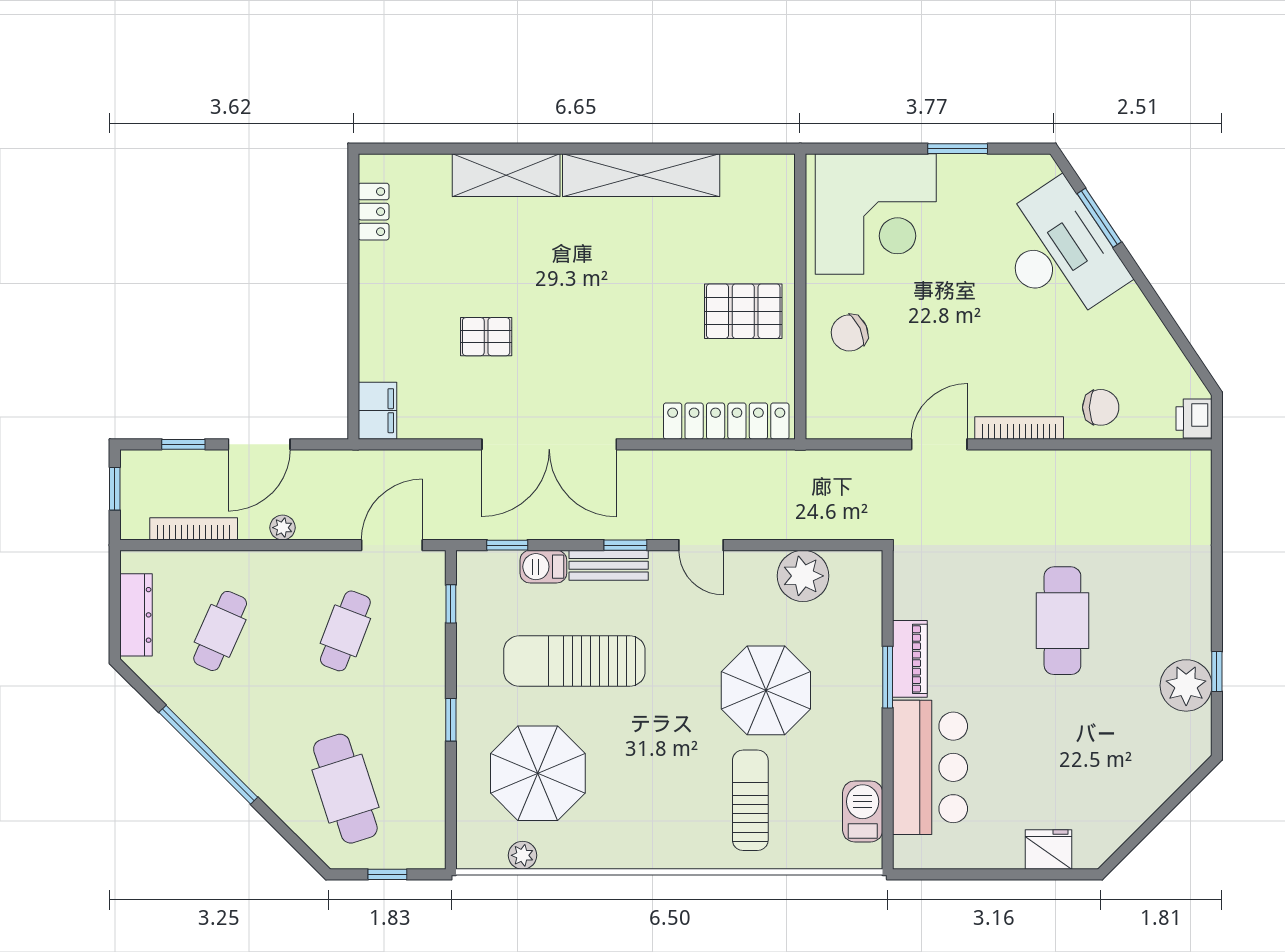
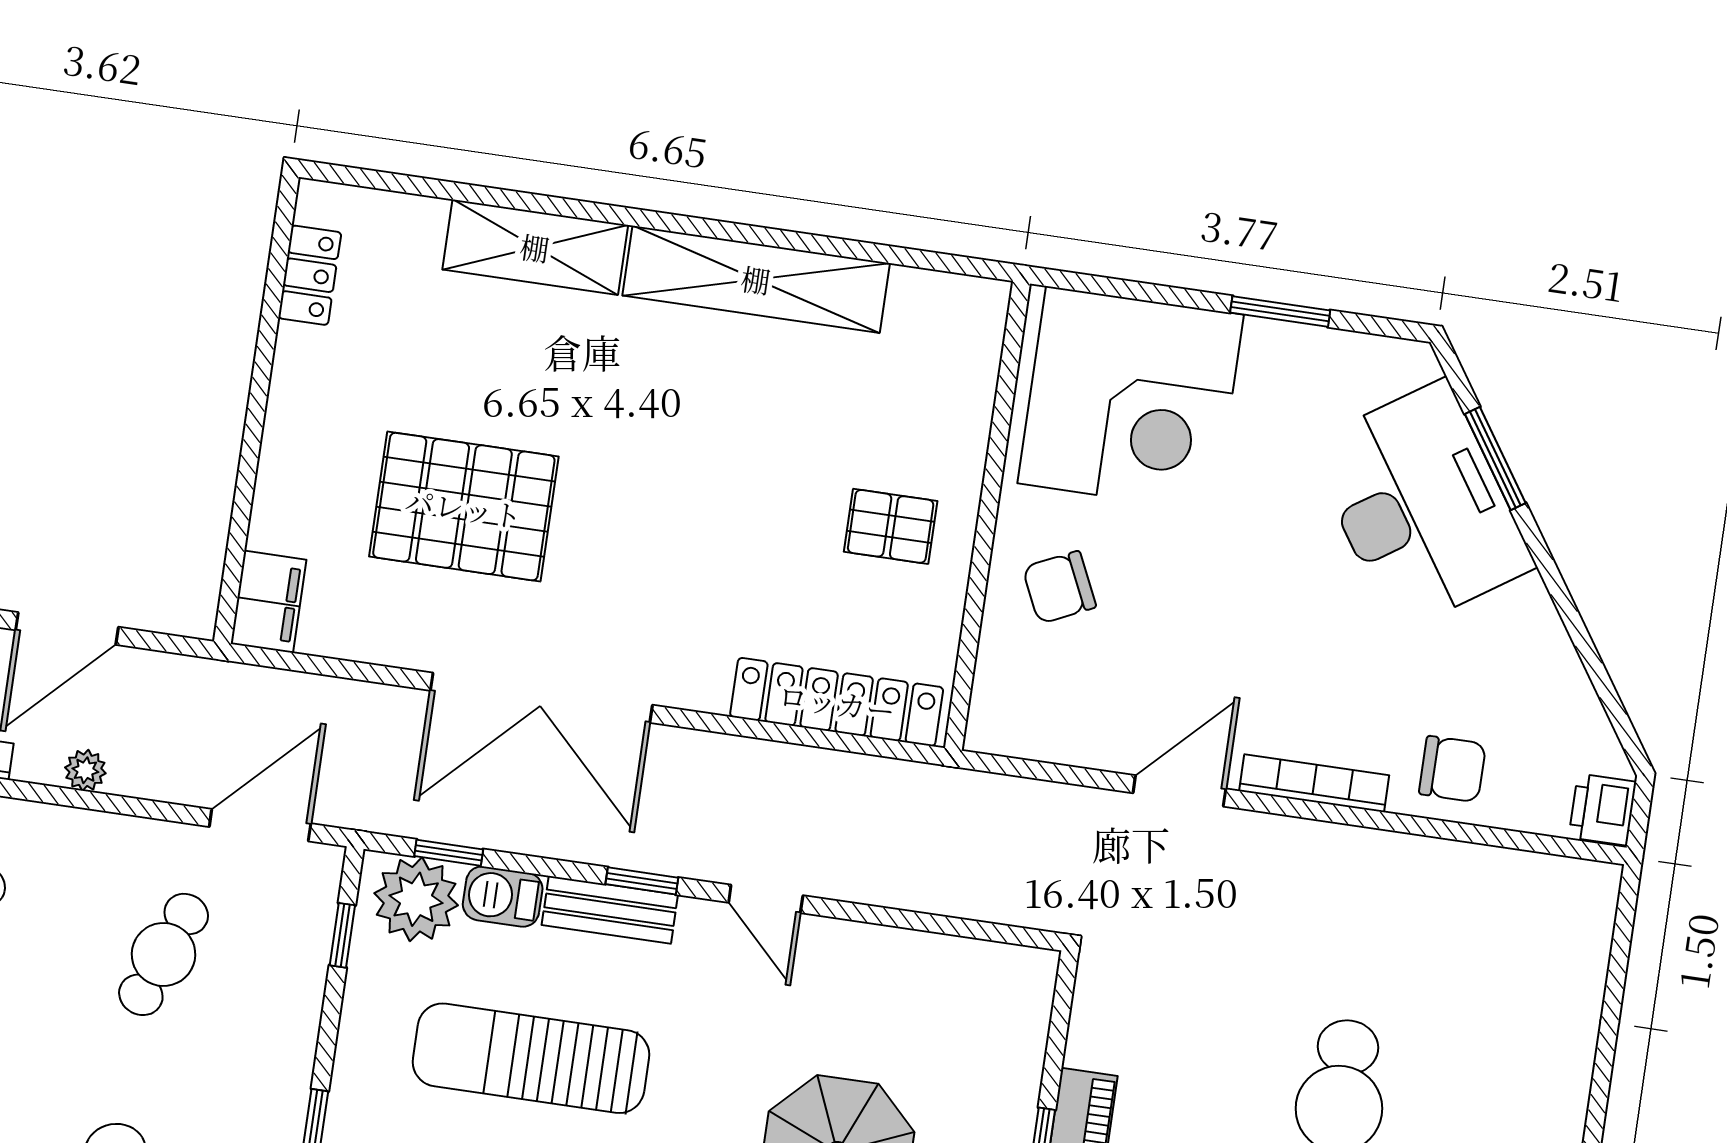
pallet: (743, 311) -> (891, 526), width x0.67, depth x0.71
pallet: (486, 337) -> (464, 507), width x2.05, depth x2.00
plant: (803, 576) -> (416, 899), moved

